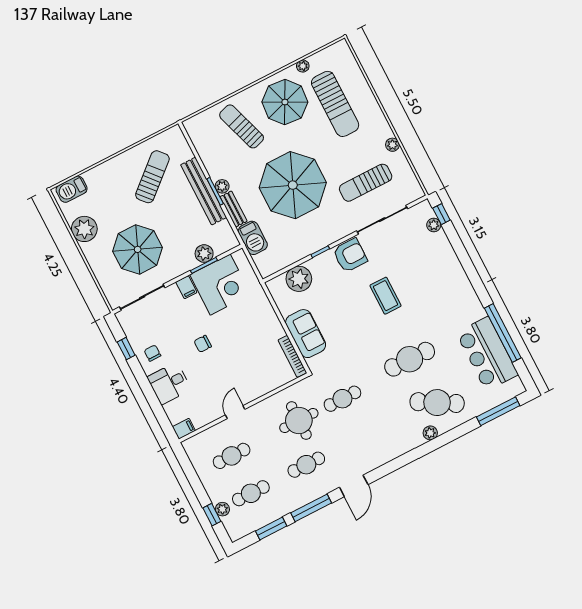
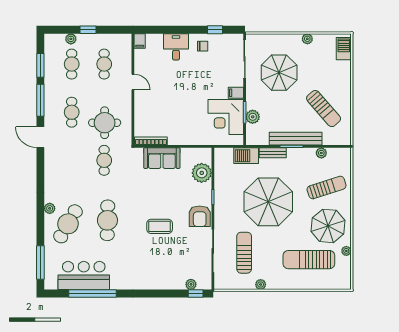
plant: (222, 186) -> (321, 153), moved
plant: (84, 229) -> (307, 39), width x0.53, depth x0.53
chair: (203, 344) -> (191, 84), removed
window: (212, 515) -> (88, 30), moved

